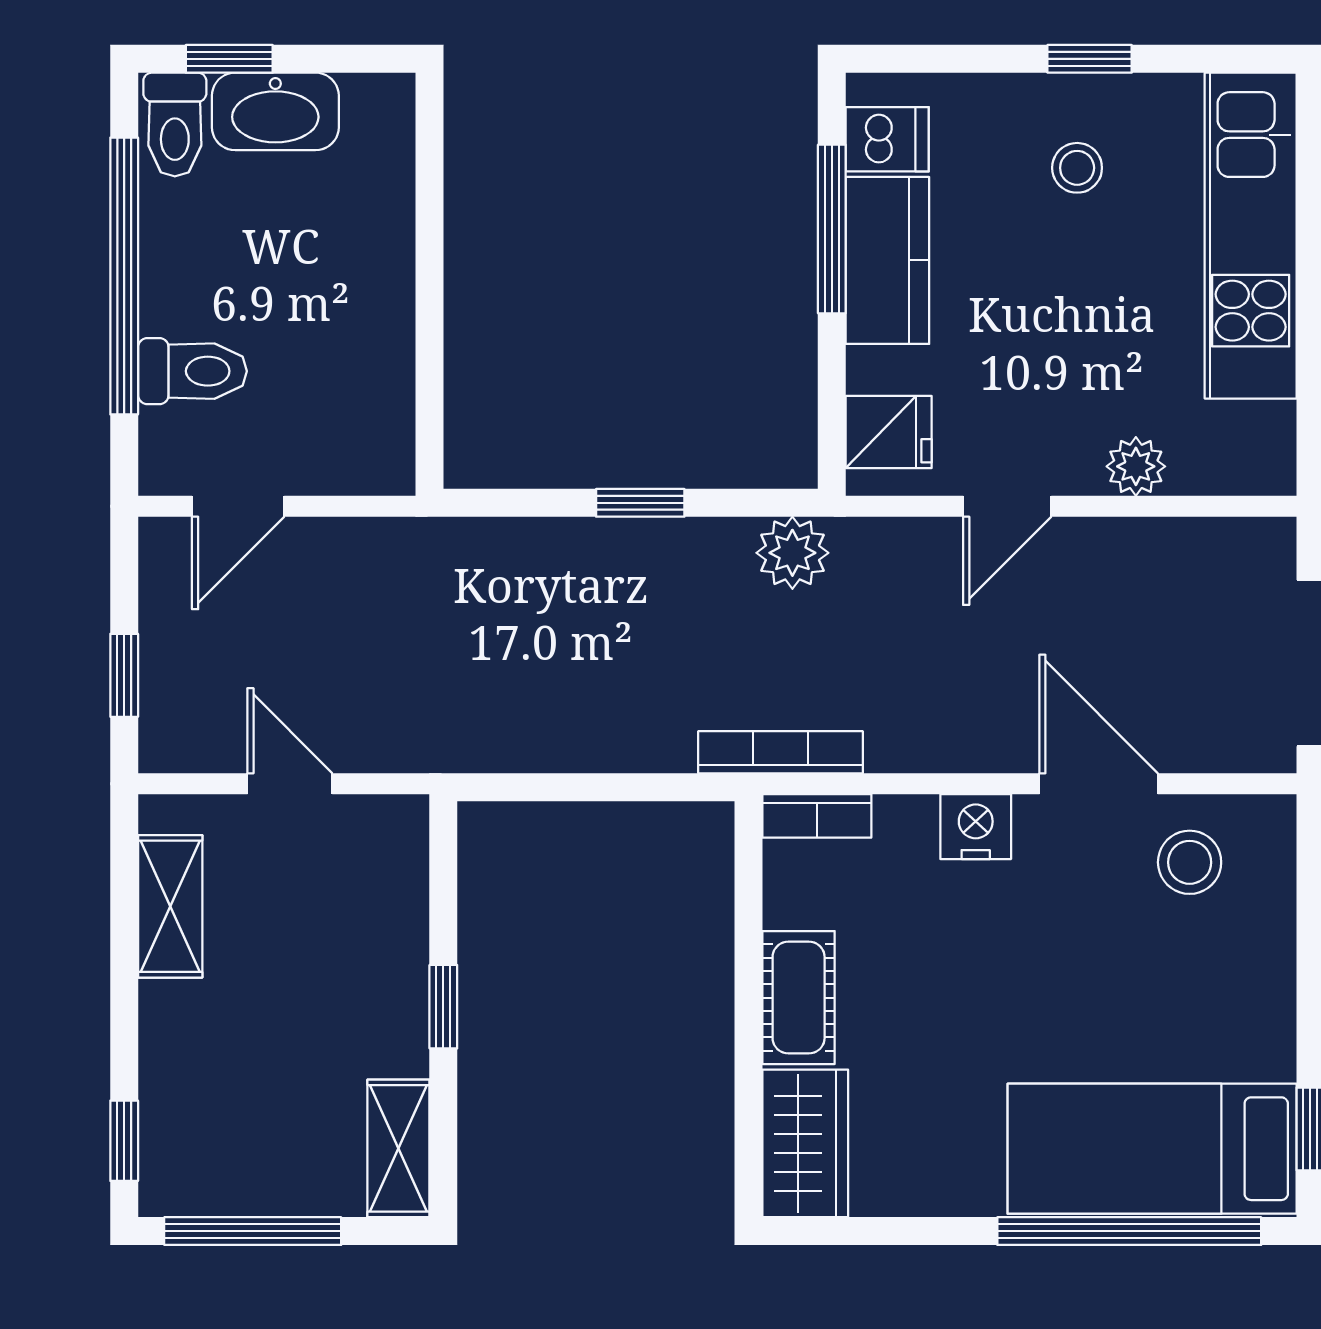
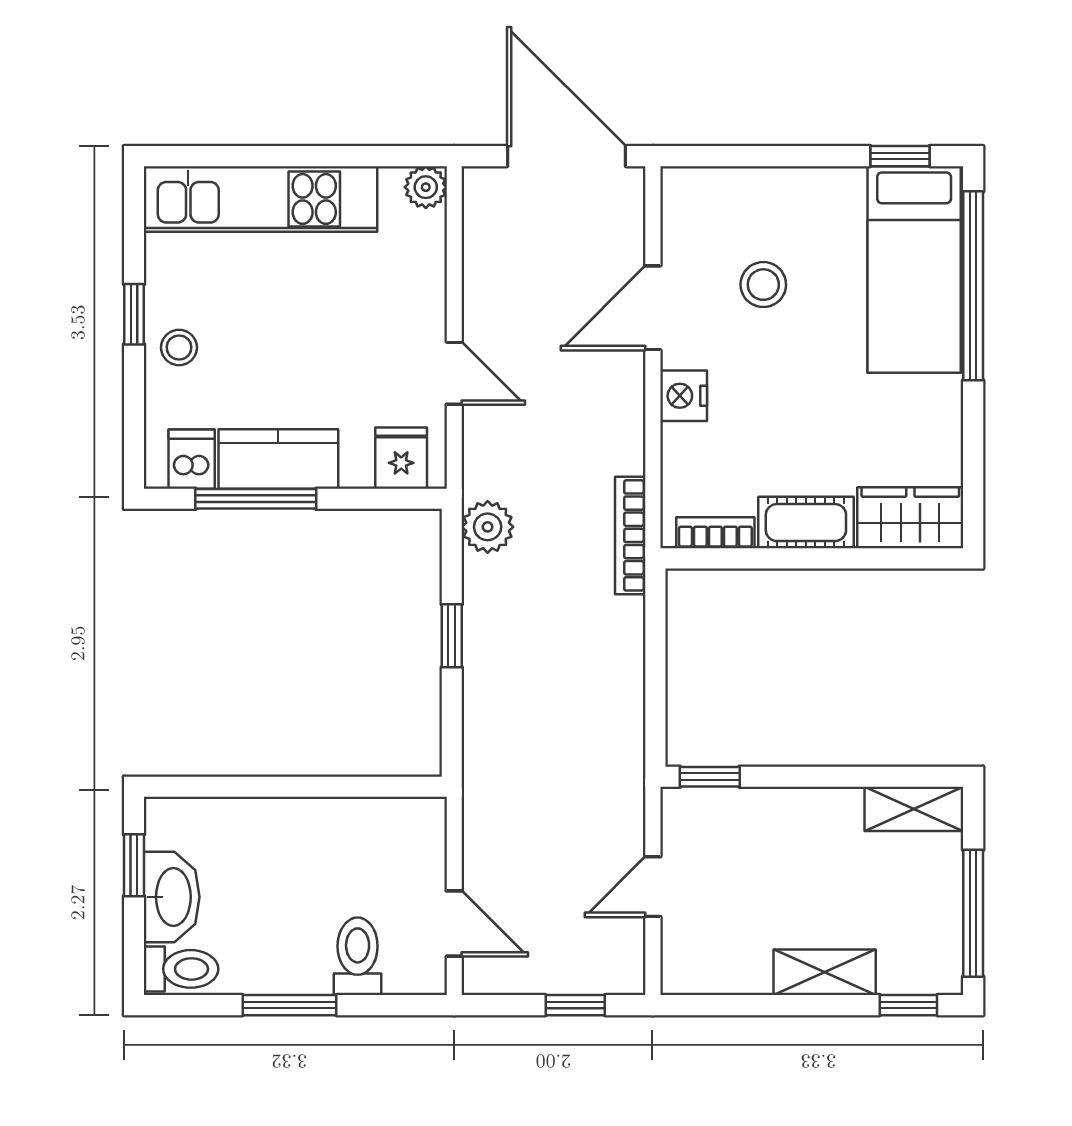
window: (229, 59) -> (134, 865), moved
stool: (1077, 168) -> (179, 347), moved
window: (124, 276) -> (289, 1005), width x0.47
plant: (1136, 466) -> (426, 187), moved
bookcase: (817, 816) -> (715, 533), moved, turned -90
stool: (1190, 862) -> (763, 285), moved
shelving: (170, 906) -> (825, 972), moved
window: (443, 1007) -> (710, 777), moved

